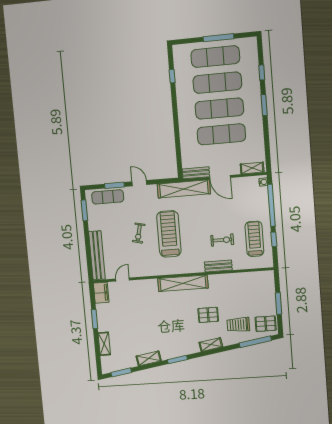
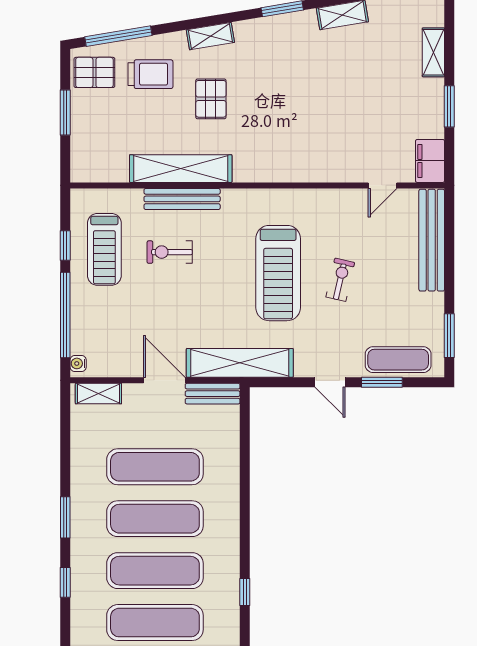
bench: (218, 266) -> (182, 199), width x1.36
shelving: (183, 283) -> (181, 169), moved
pallet: (208, 315) -> (211, 99), turned 90

